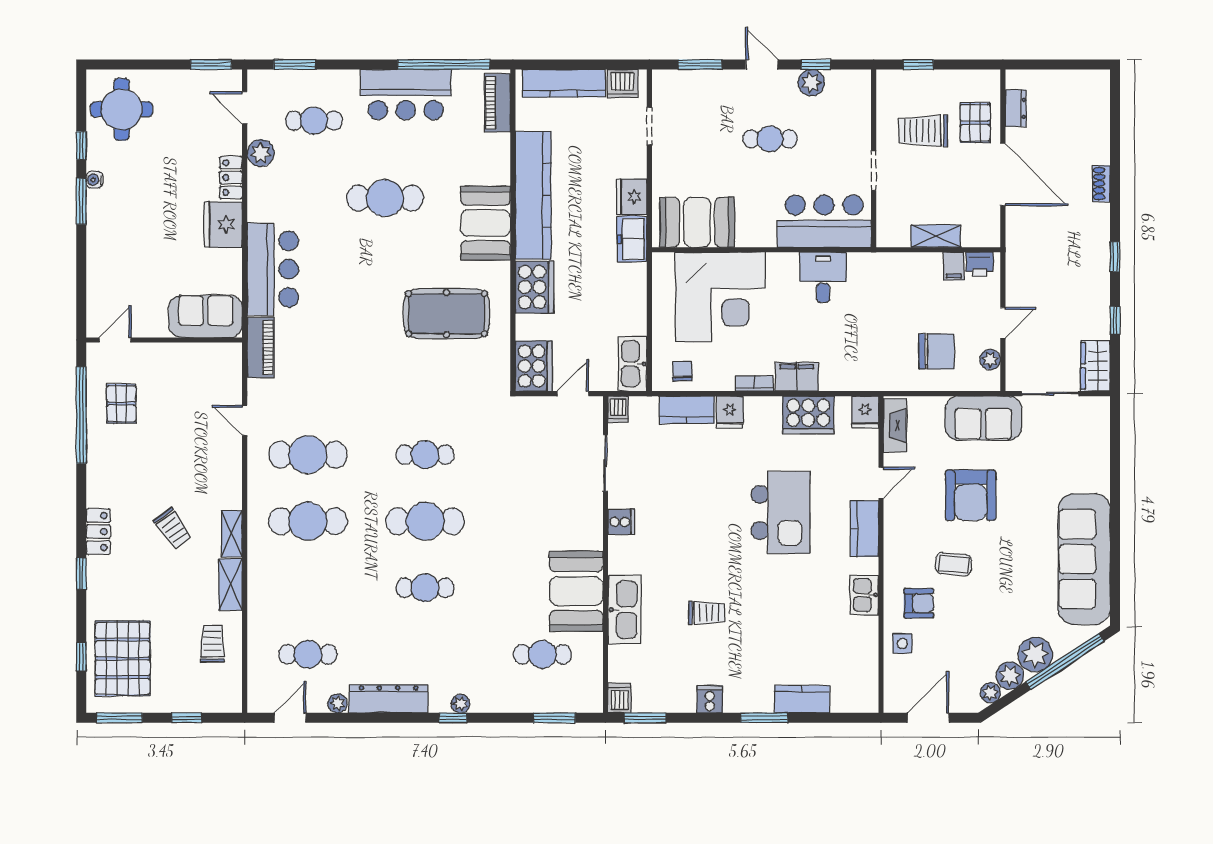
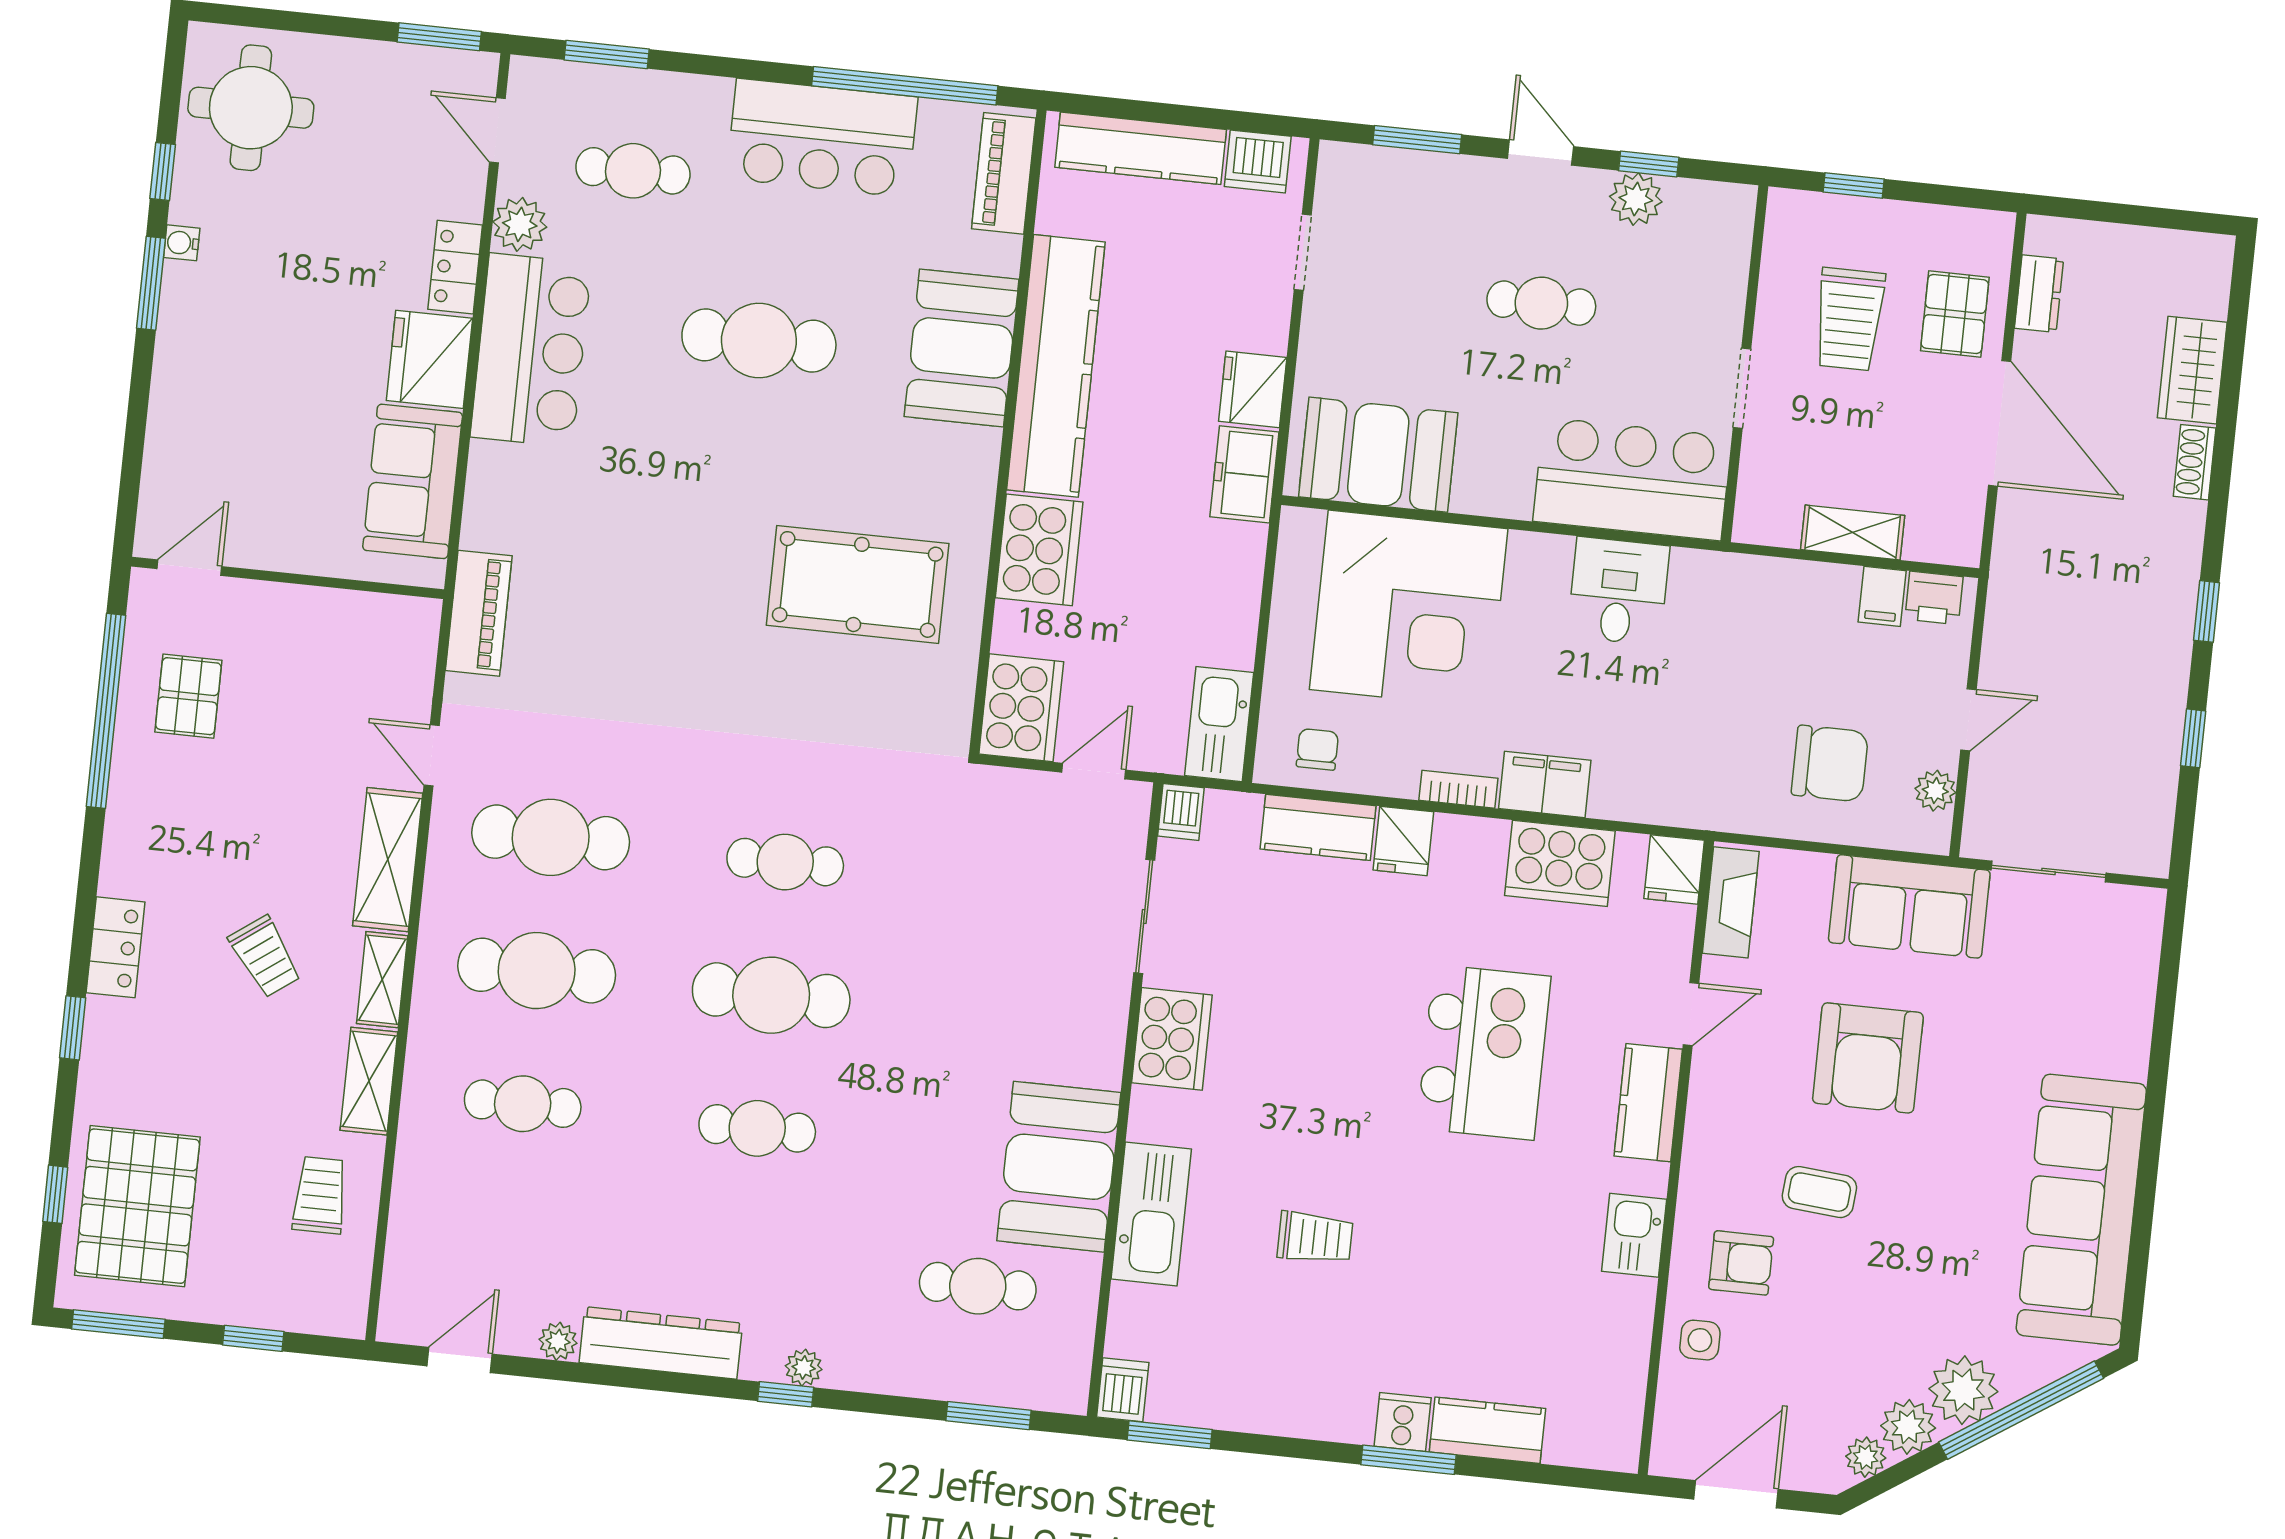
trolley: (923, 131) -> (1849, 319), turned -90
booth: (486, 223) -> (962, 348), moved
bar counter: (273, 269) -> (531, 350), moved
sofa: (206, 316) -> (413, 481), moved, turned -90
wardrobe: (1095, 366) -> (2192, 370), moved
shelving: (228, 474) -> (388, 860), added
cooker: (621, 522) -> (1172, 1039), width x1.87, depth x1.31
cafe table: (308, 654) -> (523, 1104), moved
cooker: (710, 699) -> (1403, 1422), moved

